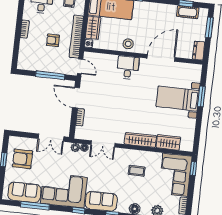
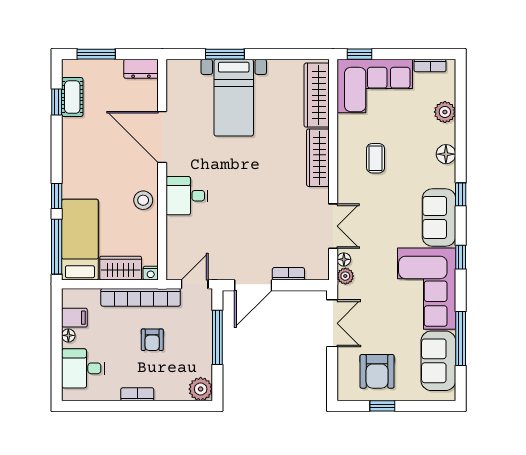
plant: (24, 63) -> (201, 389), added
wardrobe: (168, 142) -> (317, 95), width x1.50

